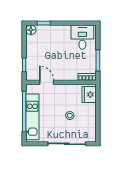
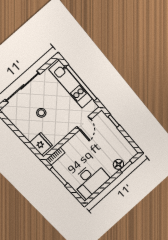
floor lamp: (31, 30) -> (118, 164), moved
desk: (82, 37) -> (90, 180), width x1.37
door: (47, 82) -> (84, 123), hinge flipped

